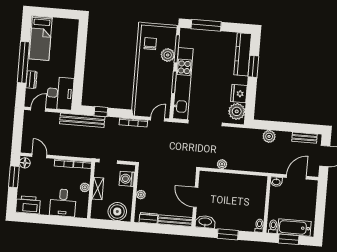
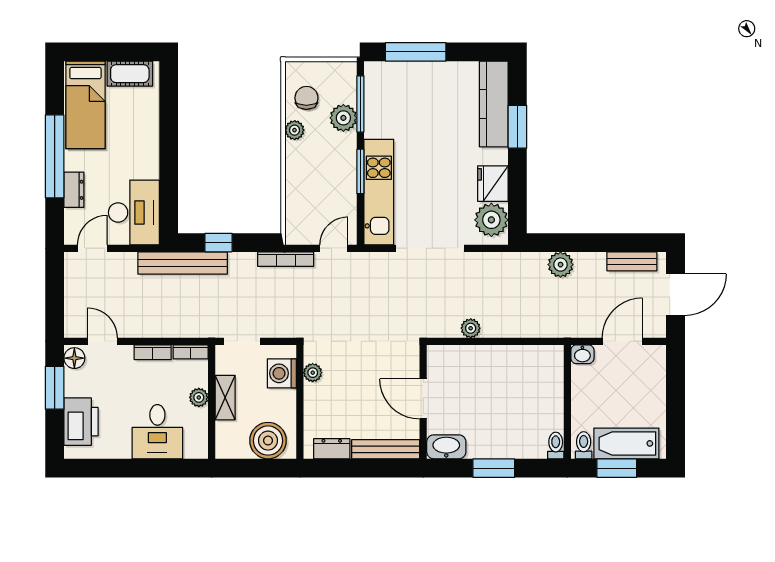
cot: (64, 24) -> (130, 74), added
plant: (143, 59) -> (295, 130), added
kitchen unit: (183, 84) -> (379, 192), width x0.73
plant: (141, 195) -> (313, 373), moved
printer: (28, 205) -> (81, 422), moved, turned 90

